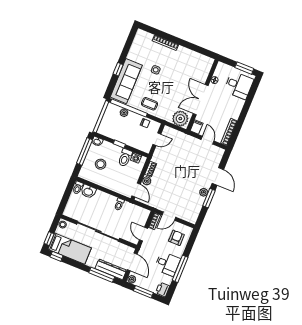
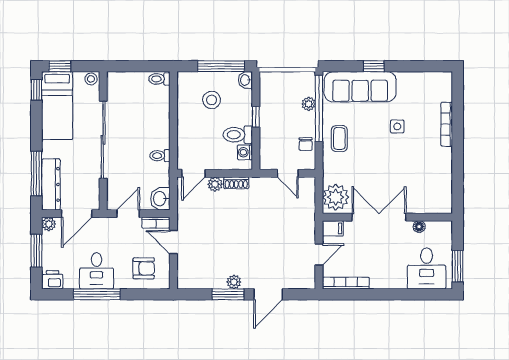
washbasin: (88, 191) -> (160, 199), moved

